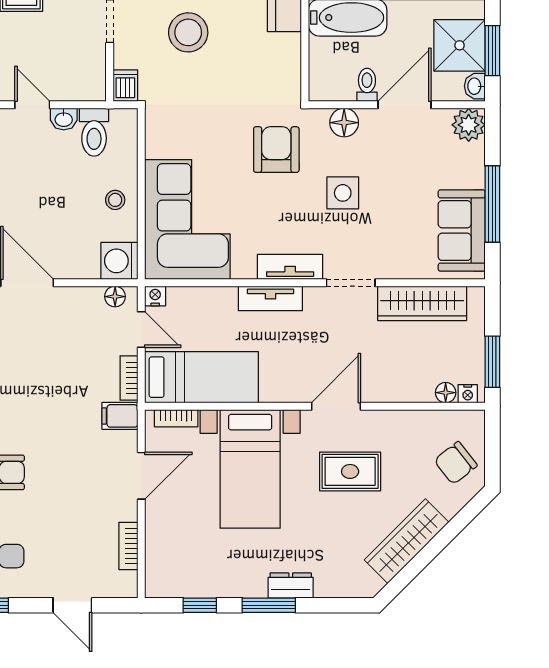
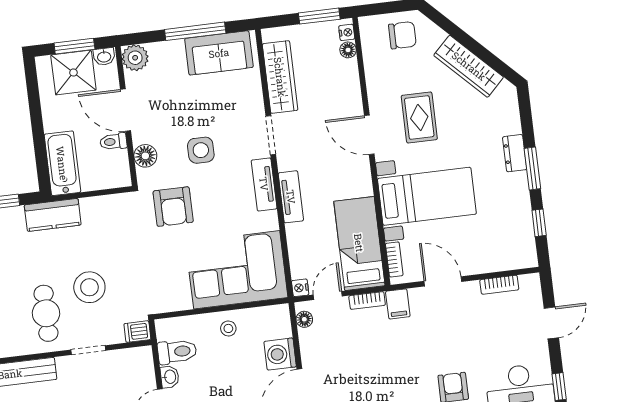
armchair: (276, 150) -> (173, 207), turned -90
washing machine: (119, 261) -> (280, 354), moved, turned 90
chair: (456, 463) -> (402, 35), turned -52

